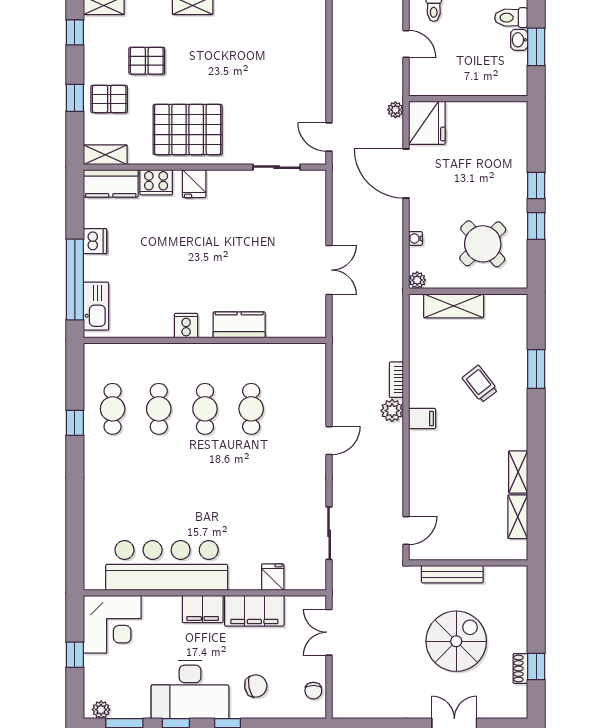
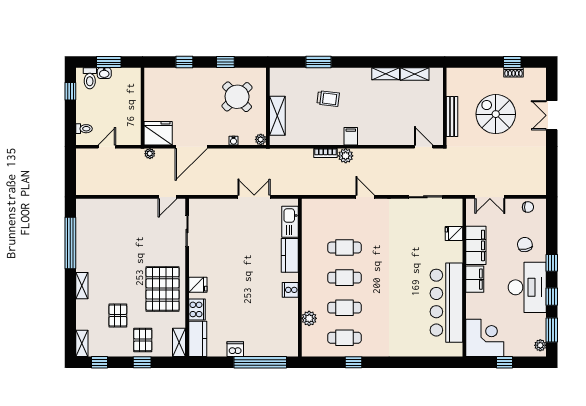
window: (536, 185) -> (184, 62), moved
kitchen sink: (96, 306) -> (290, 222), moved, turned -90
plant: (142, 355) -> (309, 318), added
trolley: (480, 384) -> (328, 99), turned -135

